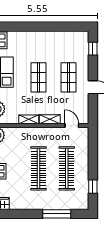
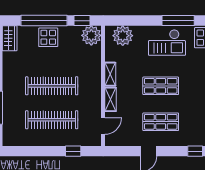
window: (93, 187) -> (73, 151), moved

